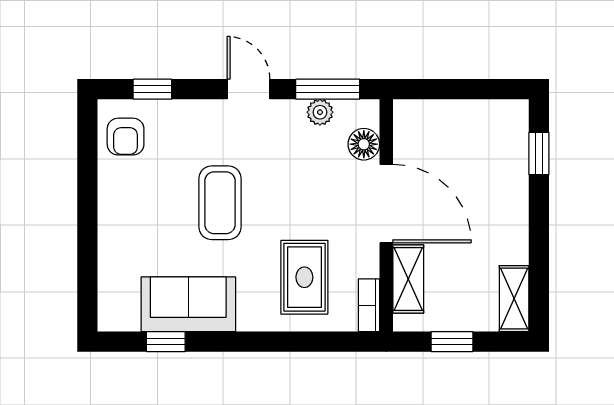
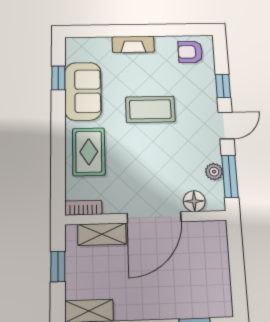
window: (152, 89) -> (223, 86), moved
fireplace: (111, 225) -> (133, 44), added
rug: (304, 277) -> (89, 152), moved, turned 90

